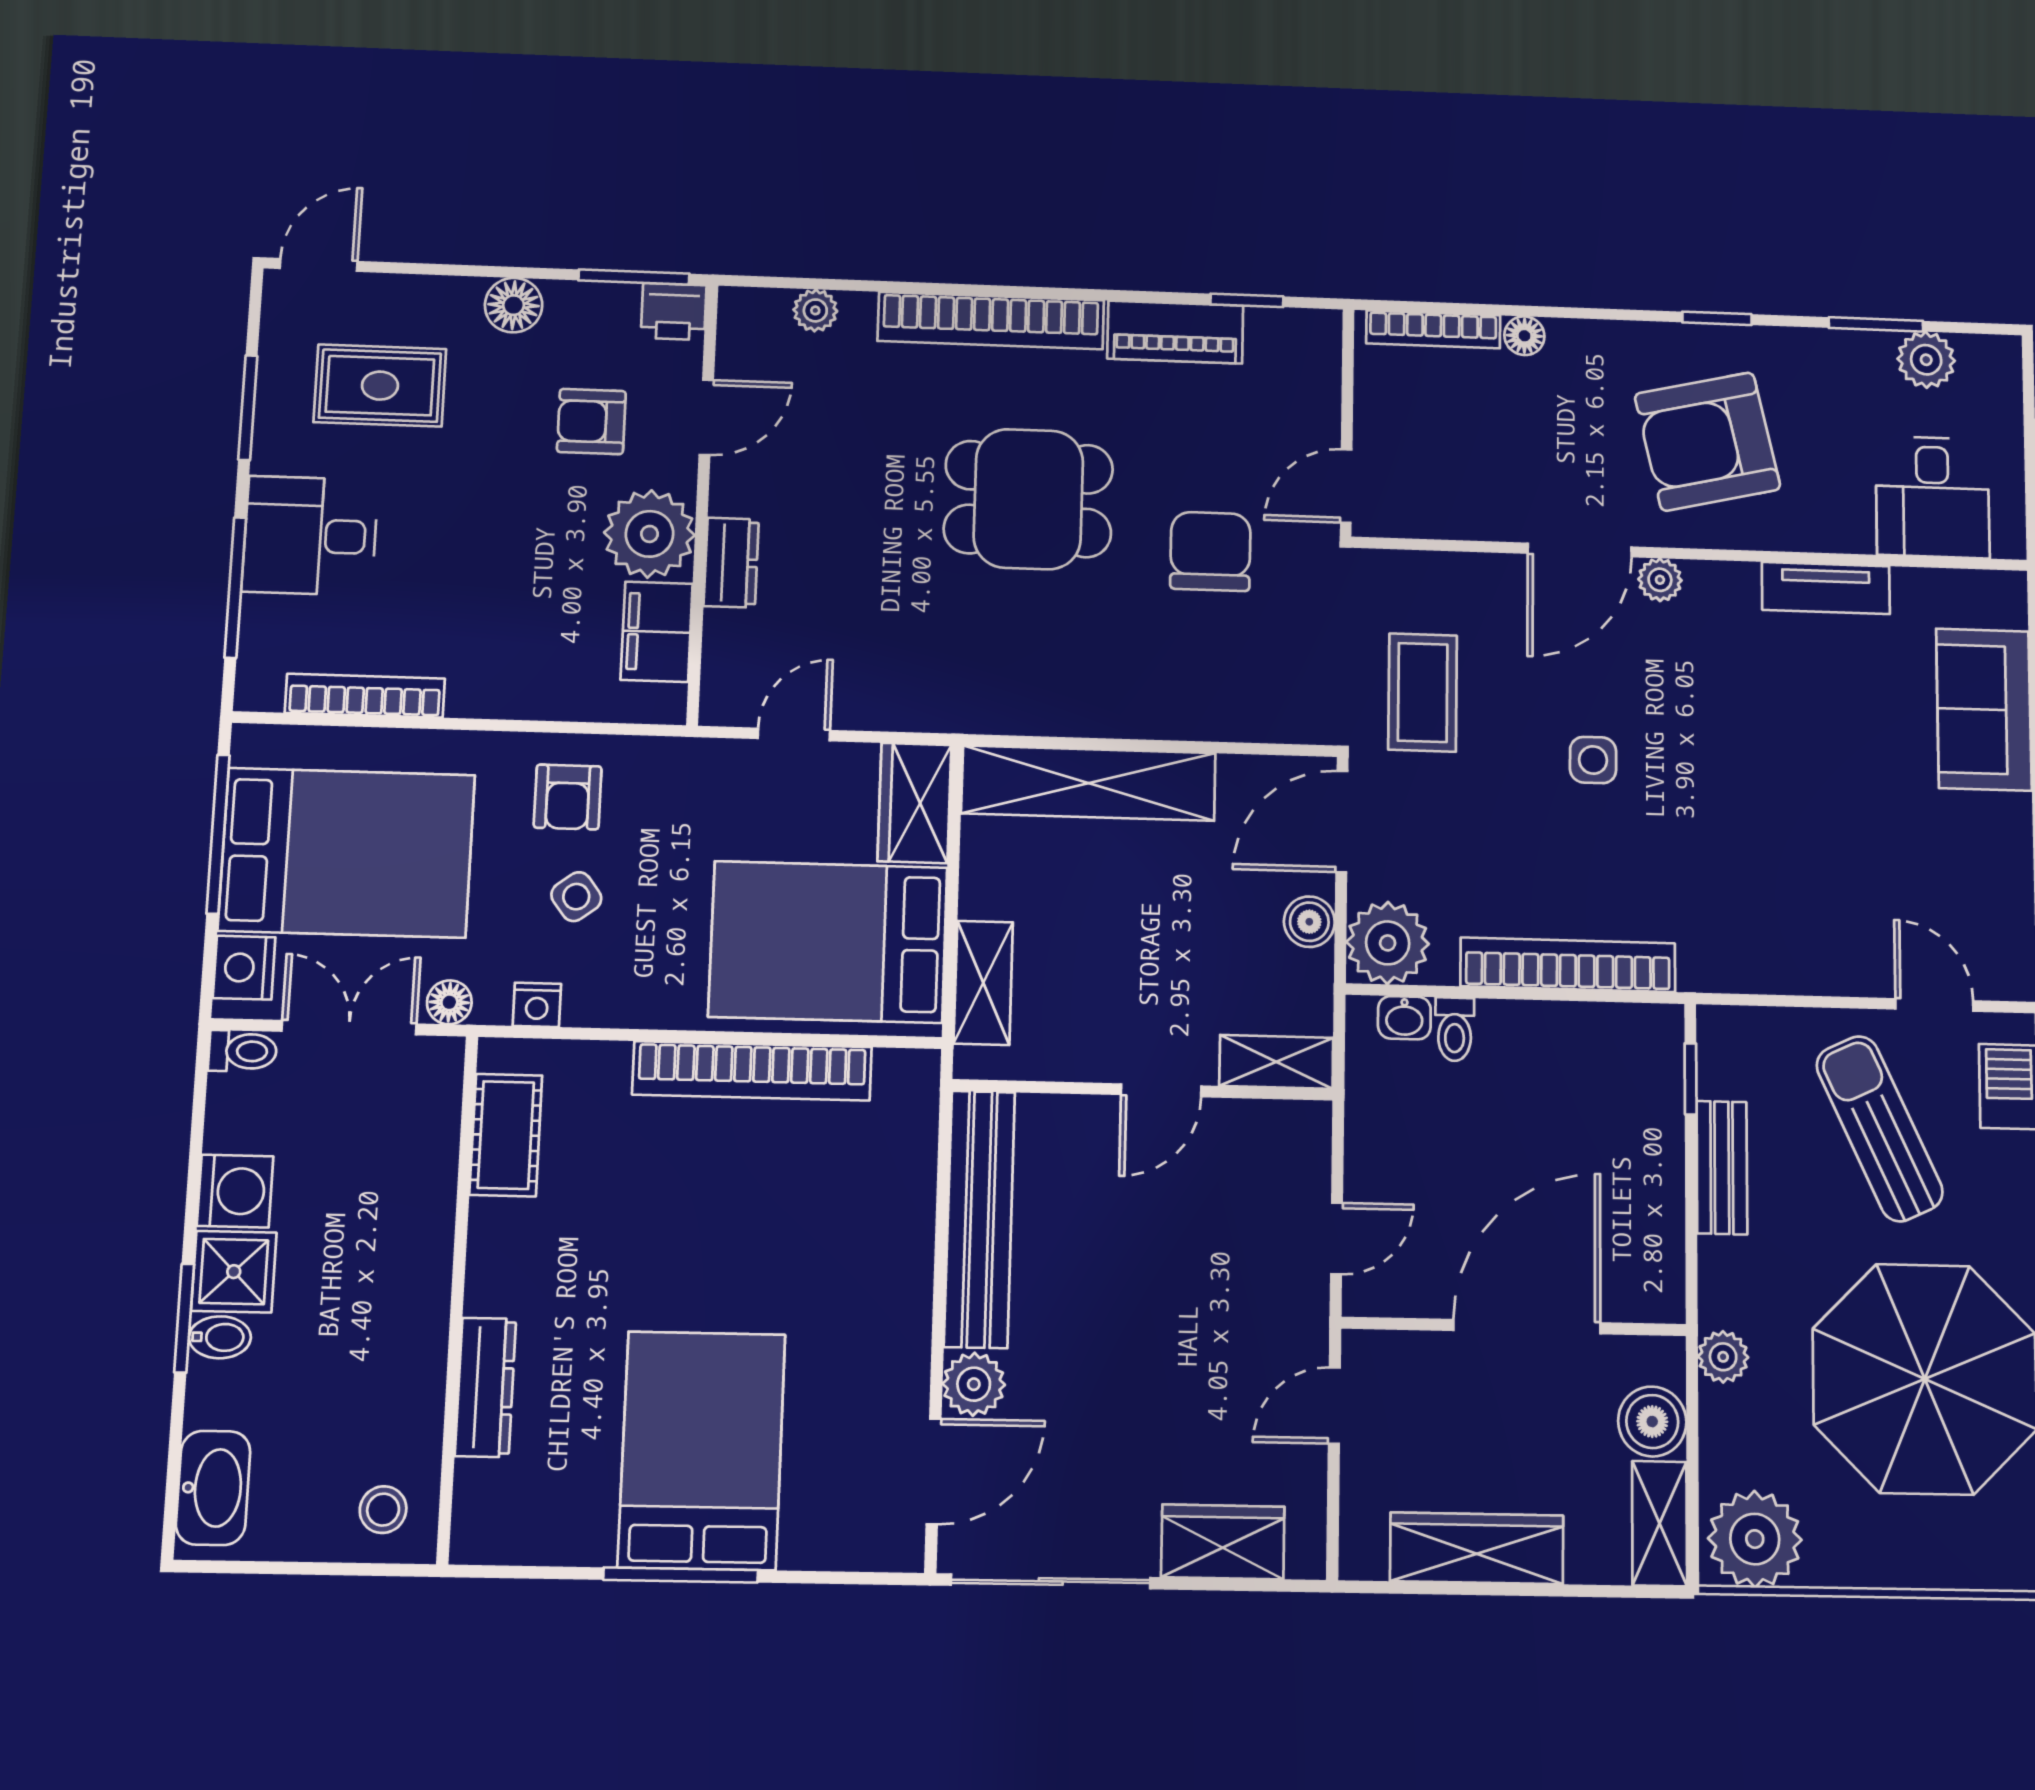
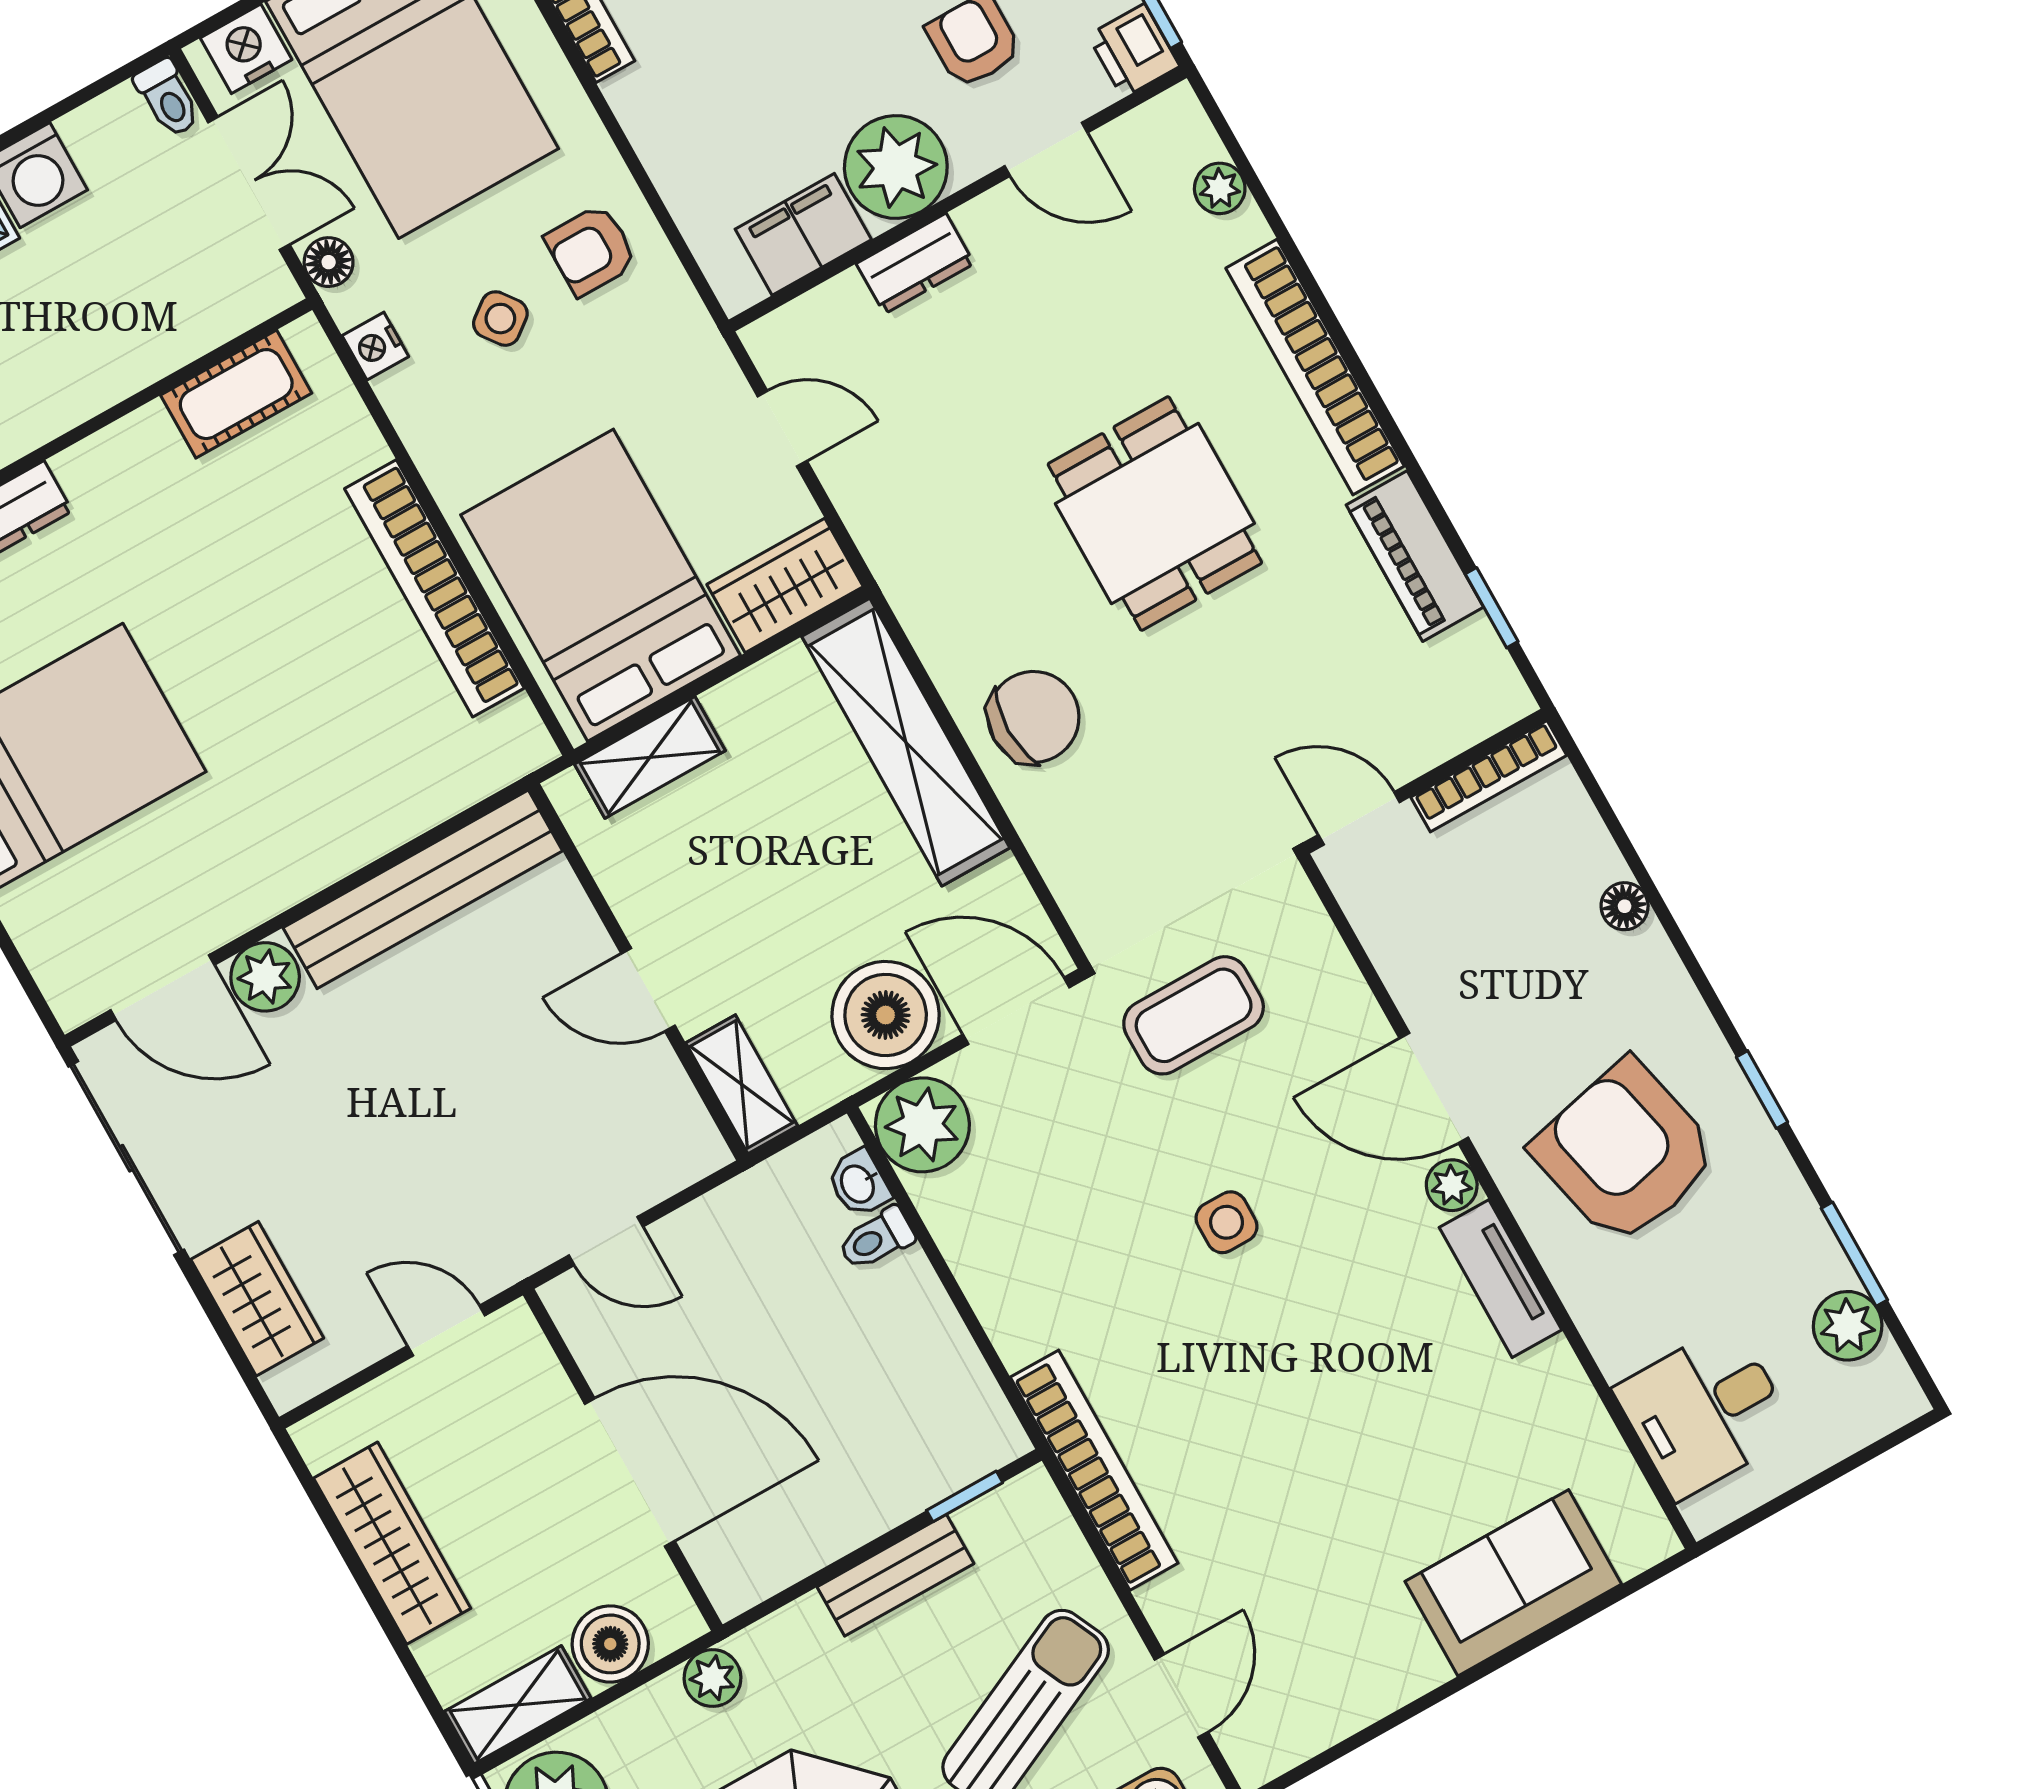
bookcase: (1433, 329) -> (1489, 776), moved, turned -90
chair: (1210, 551) -> (1033, 717), moved
tv unit: (1826, 588) -> (1501, 1279), moved
boiler: (1309, 922) -> (886, 1015), width x1.86, depth x1.86
bookcase: (1568, 965) -> (1094, 1470), moved

